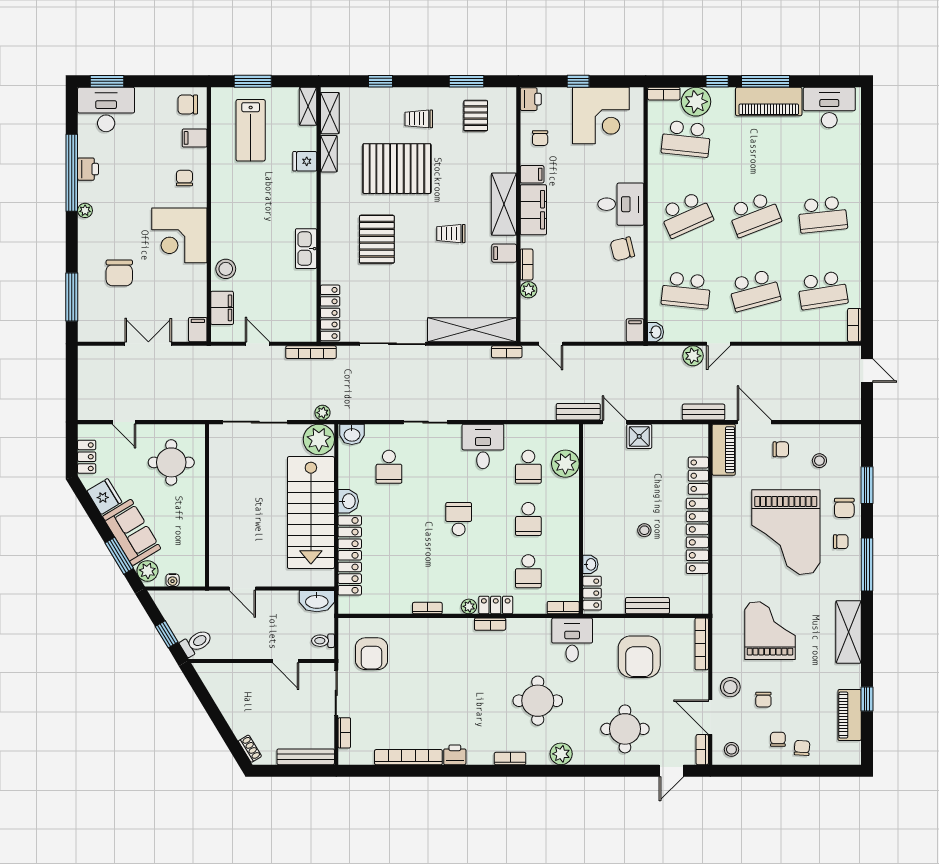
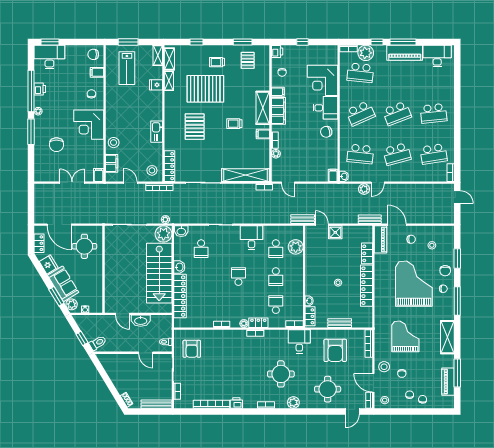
corner desk: (601, 116) -> (322, 80), moved, turned 90
window: (72, 297) -> (31, 132), moved
stool: (297, 321) -> (152, 170), added
door: (124, 422) -> (59, 225), width x1.88
grand piano: (786, 532) -> (414, 284), turned 180
school desk: (528, 571) -> (276, 305), turned 180
washbasin: (317, 601) -> (141, 321), moved
window: (867, 699) -> (457, 373), width x2.17

